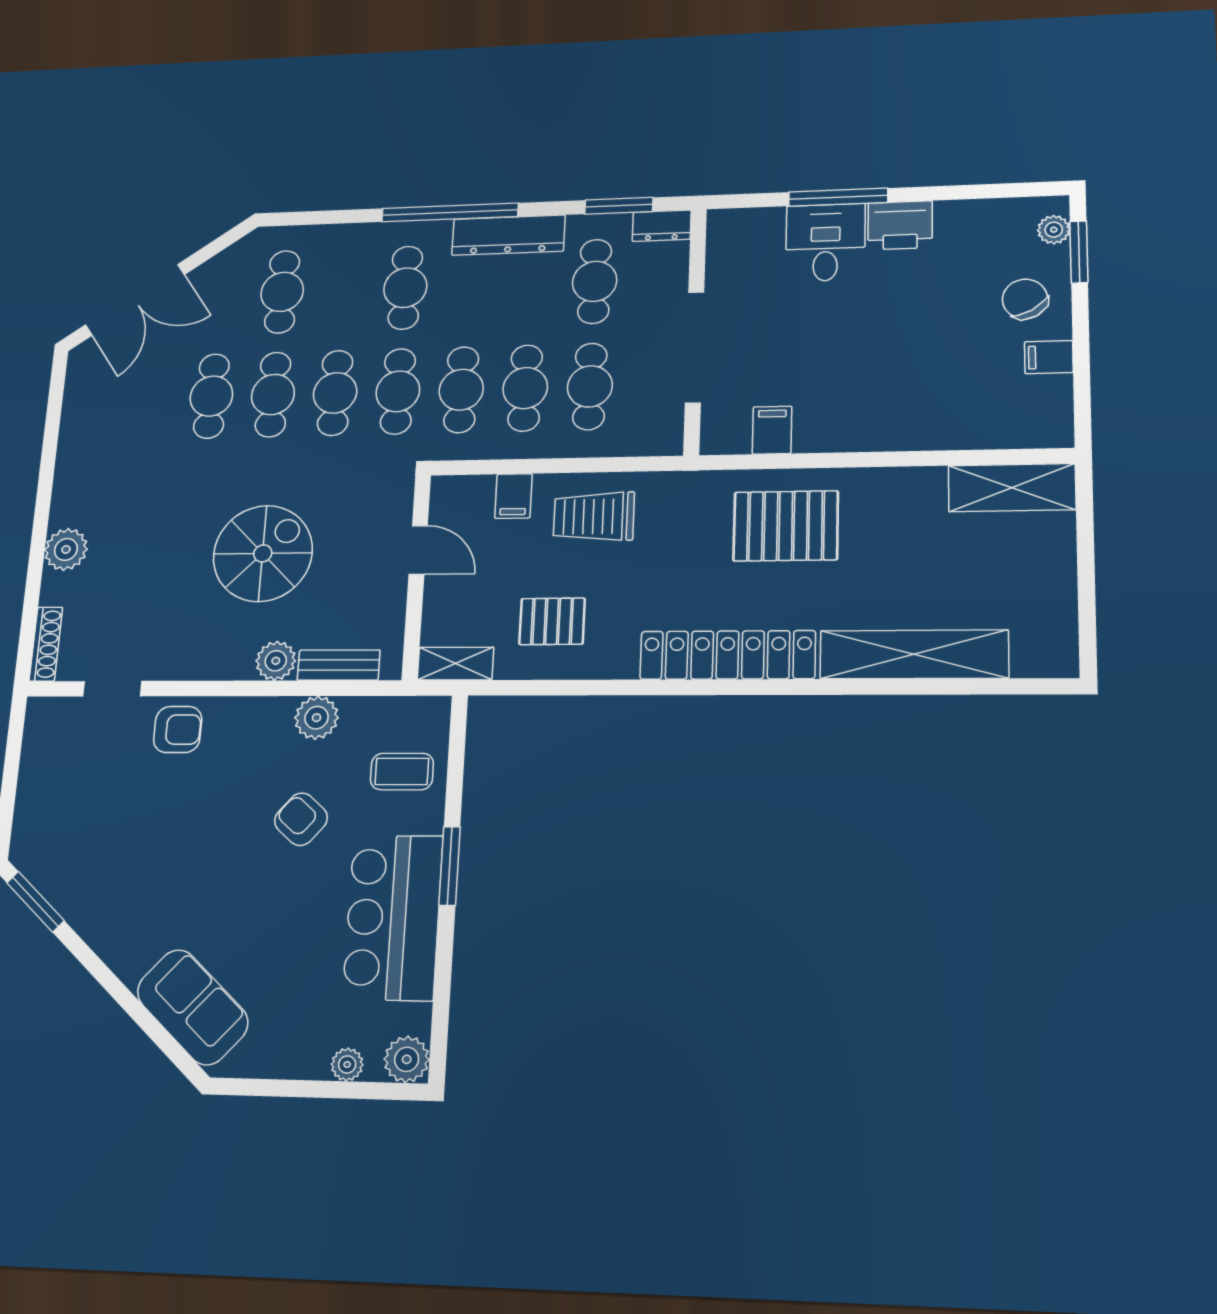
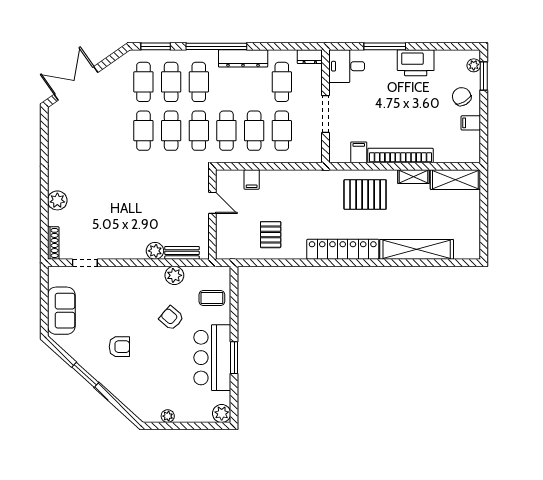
window: (619, 206) -> (156, 46), moved
printer: (900, 225) -> (416, 63), width x1.37, depth x1.19
desk: (825, 243) -> (347, 66), moved, turned -90
double door: (135, 300) -> (76, 83), swing flipped
doorway: (695, 347) -> (326, 114), width x0.73
cafe table: (211, 396) -> (171, 82), moved
bookcase: (874, 435) -> (401, 156), added
trolley: (594, 517) -> (286, 189), removed
spiral stairs: (263, 553) -> (145, 203), removed
pallet: (552, 621) -> (271, 235), turned 90
shelving: (455, 664) -> (414, 177), moved
armchair: (178, 730) -> (119, 347), moved
window: (450, 866) -> (234, 358), moved
window: (35, 902) -> (85, 375), moved
sofa: (192, 1007) -> (61, 311), moved, turned 48
plant: (347, 1064) -> (168, 416), moved

